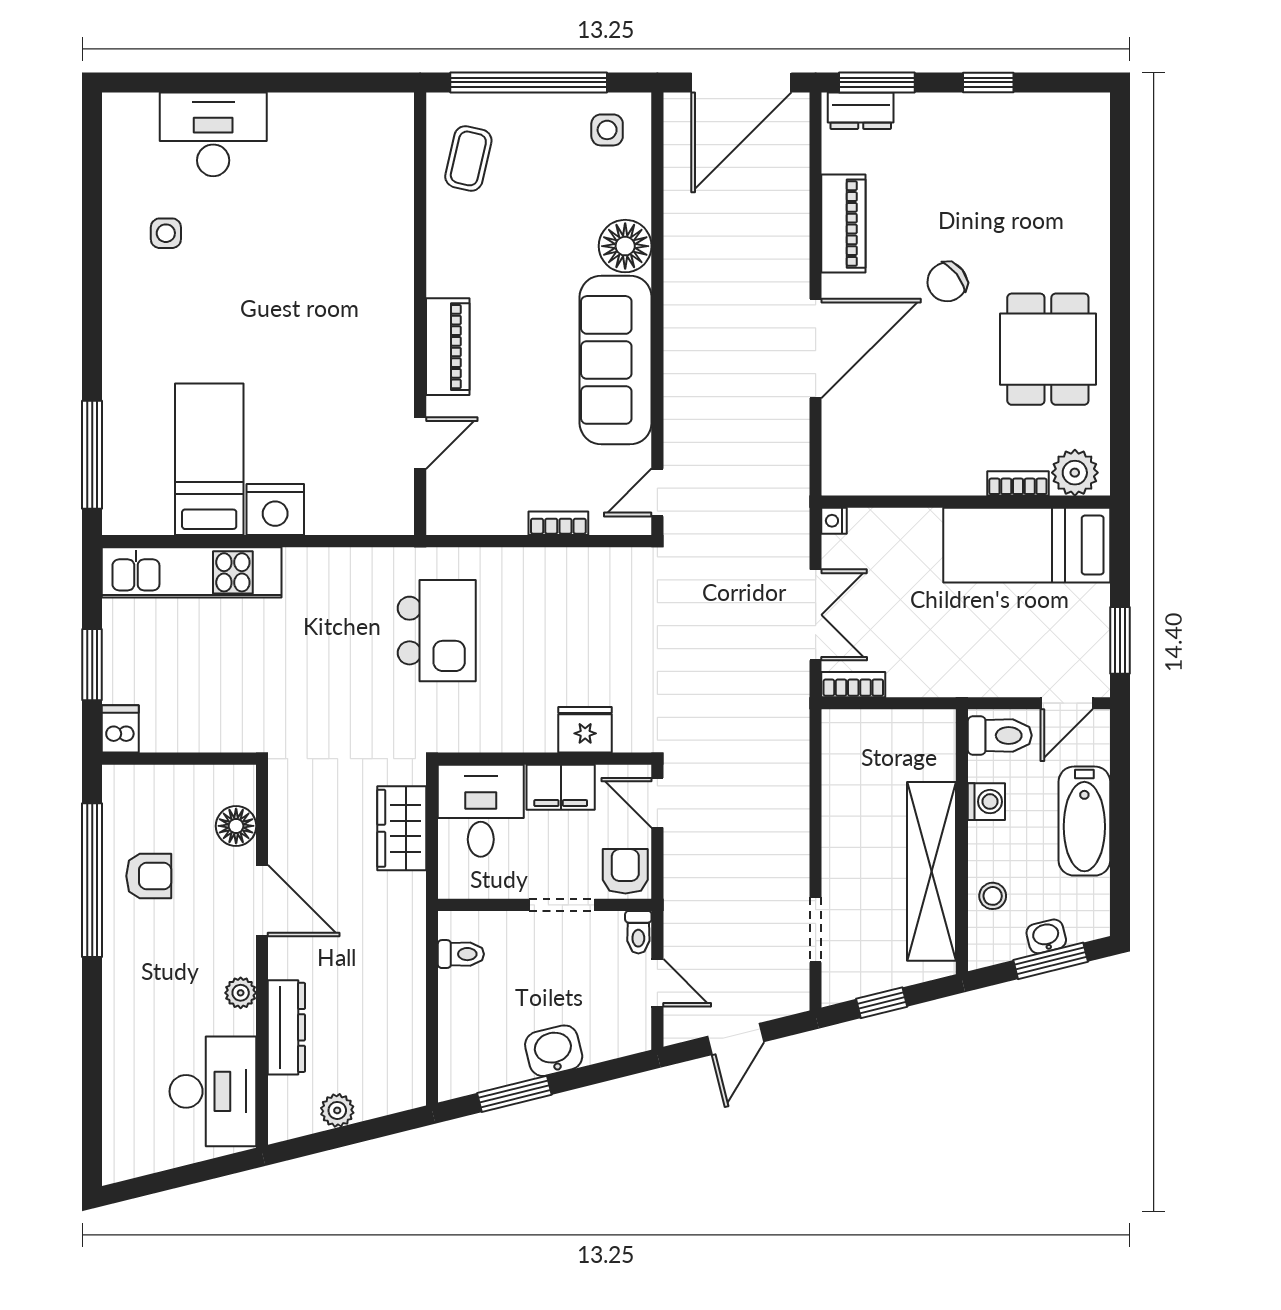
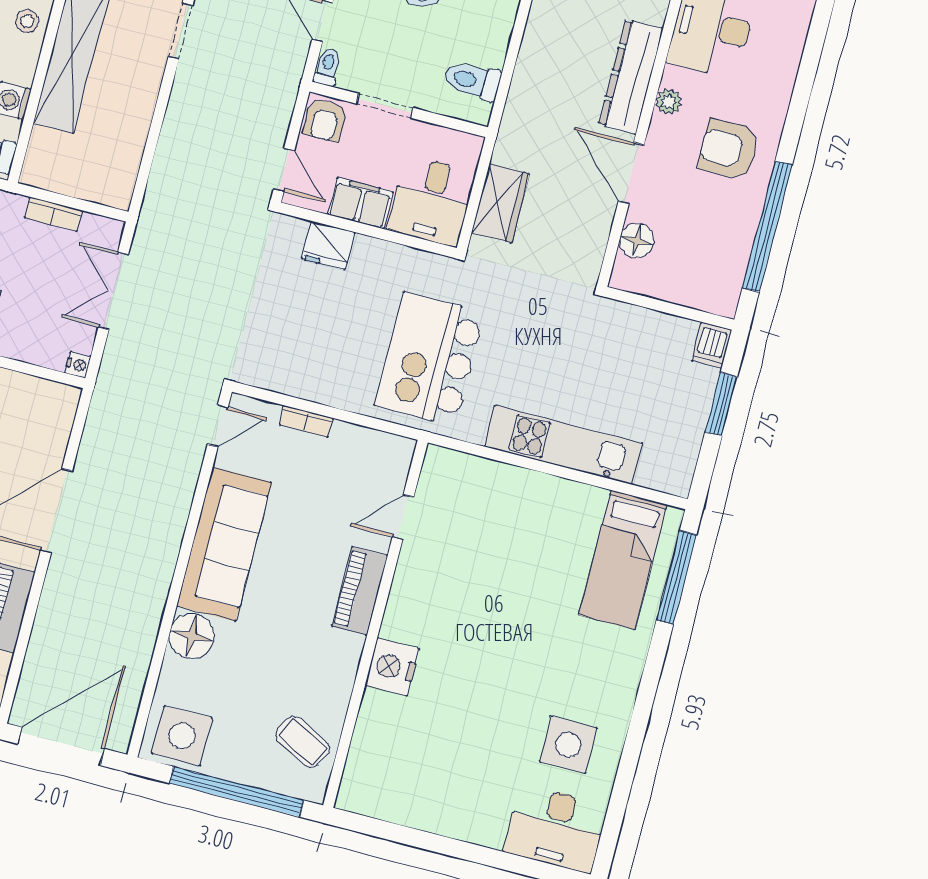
side table: (607, 130) -> (182, 736), width x1.87, depth x1.87
desk: (213, 134) -> (556, 829), moved
coffee table: (468, 158) -> (303, 742), turned -76
side table: (166, 233) -> (568, 745), width x1.87, depth x1.87
bed: (209, 459) -> (623, 560), moved
nightstand: (275, 509) -> (392, 667), moved, turned -90
kitchen unit: (192, 572) -> (564, 445), moved
kitchen island: (437, 631) -> (429, 359), width x1.37, depth x1.28
bookcase: (853, 685) -> (53, 214), moved
armchair: (149, 876) -> (729, 150), moved, width x1.38, depth x1.38
toilet: (461, 954) -> (472, 80), width x1.37, depth x1.39
dresser: (286, 1027) -> (631, 77), width x1.37, depth x1.24

